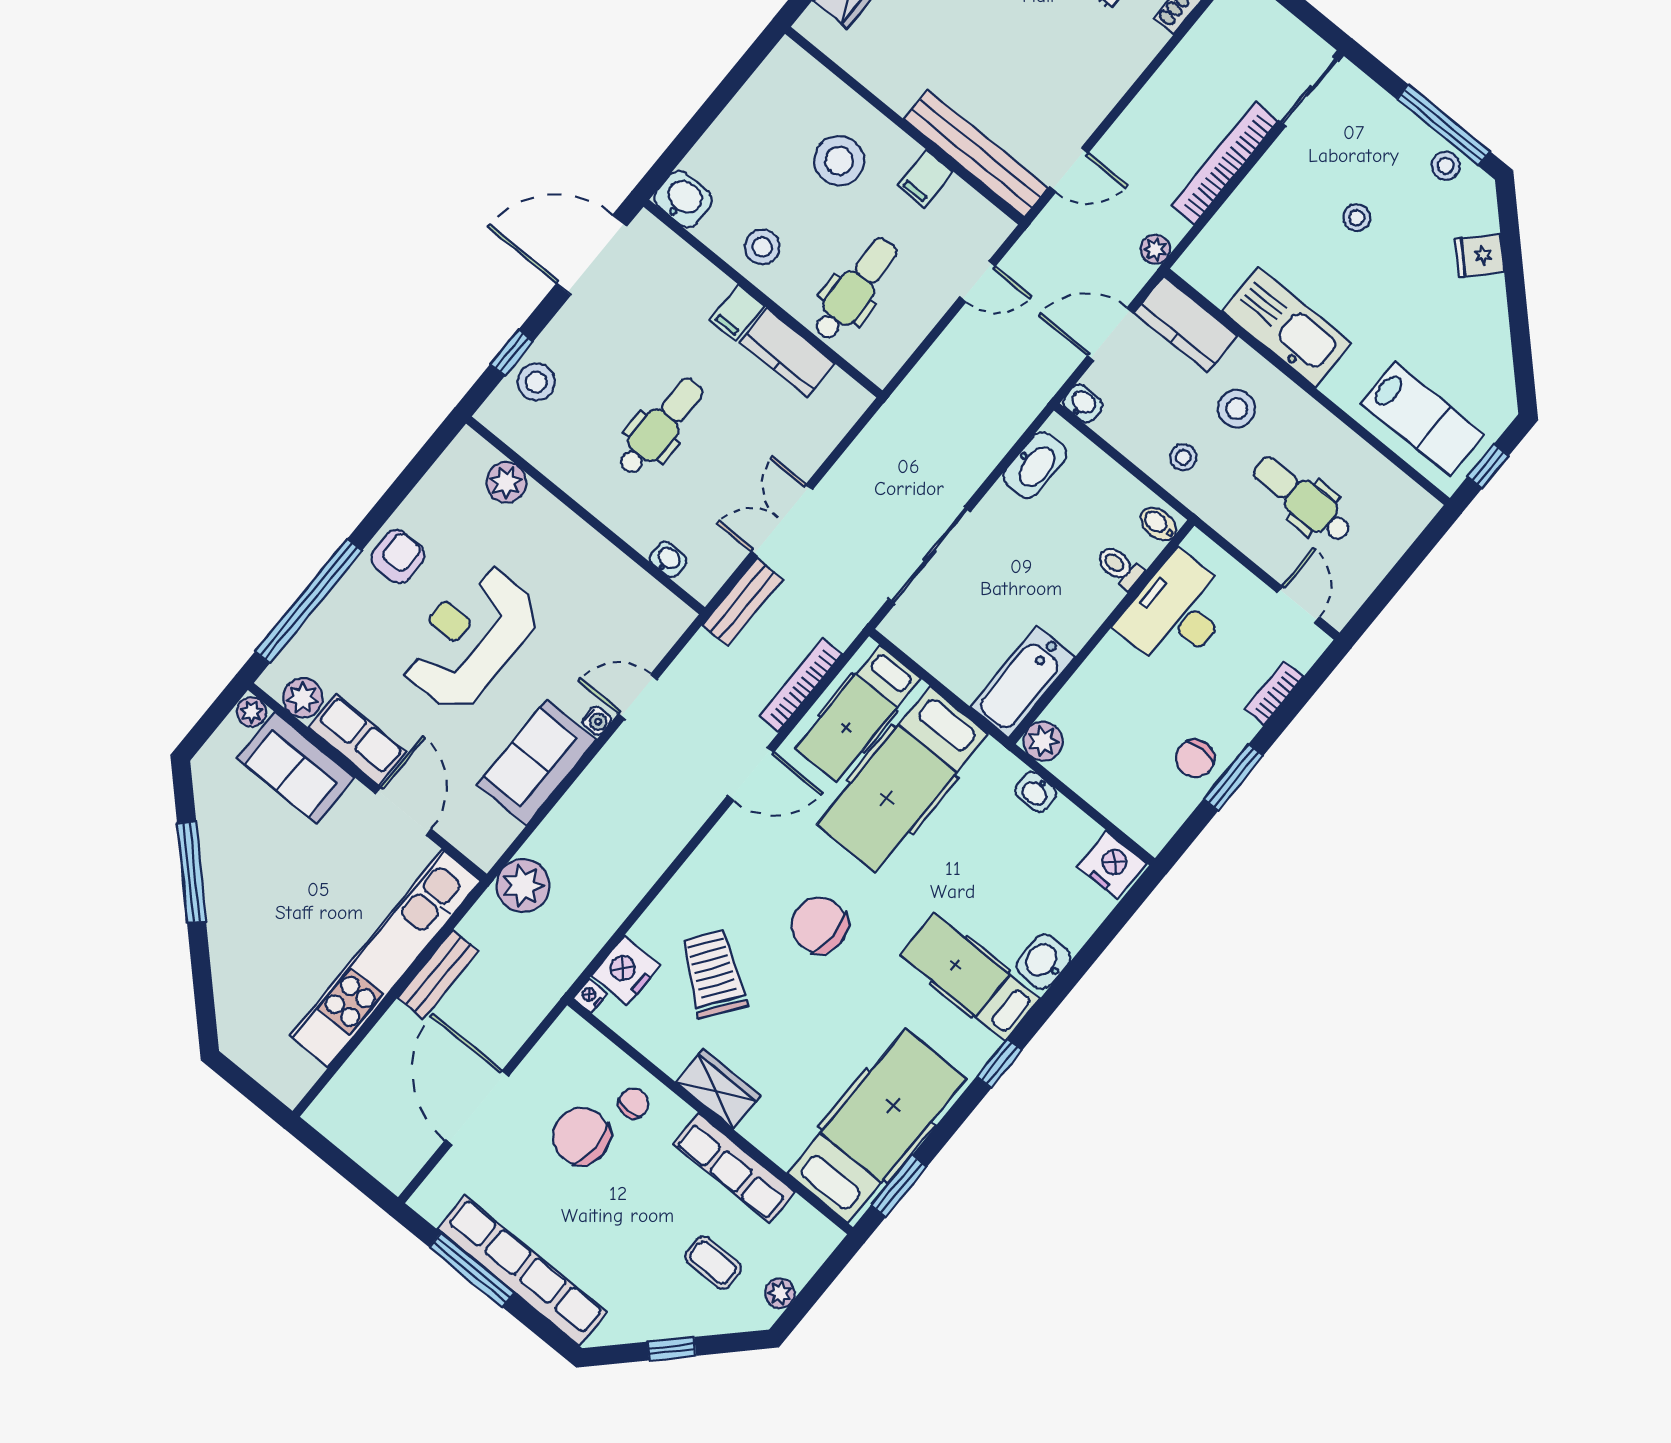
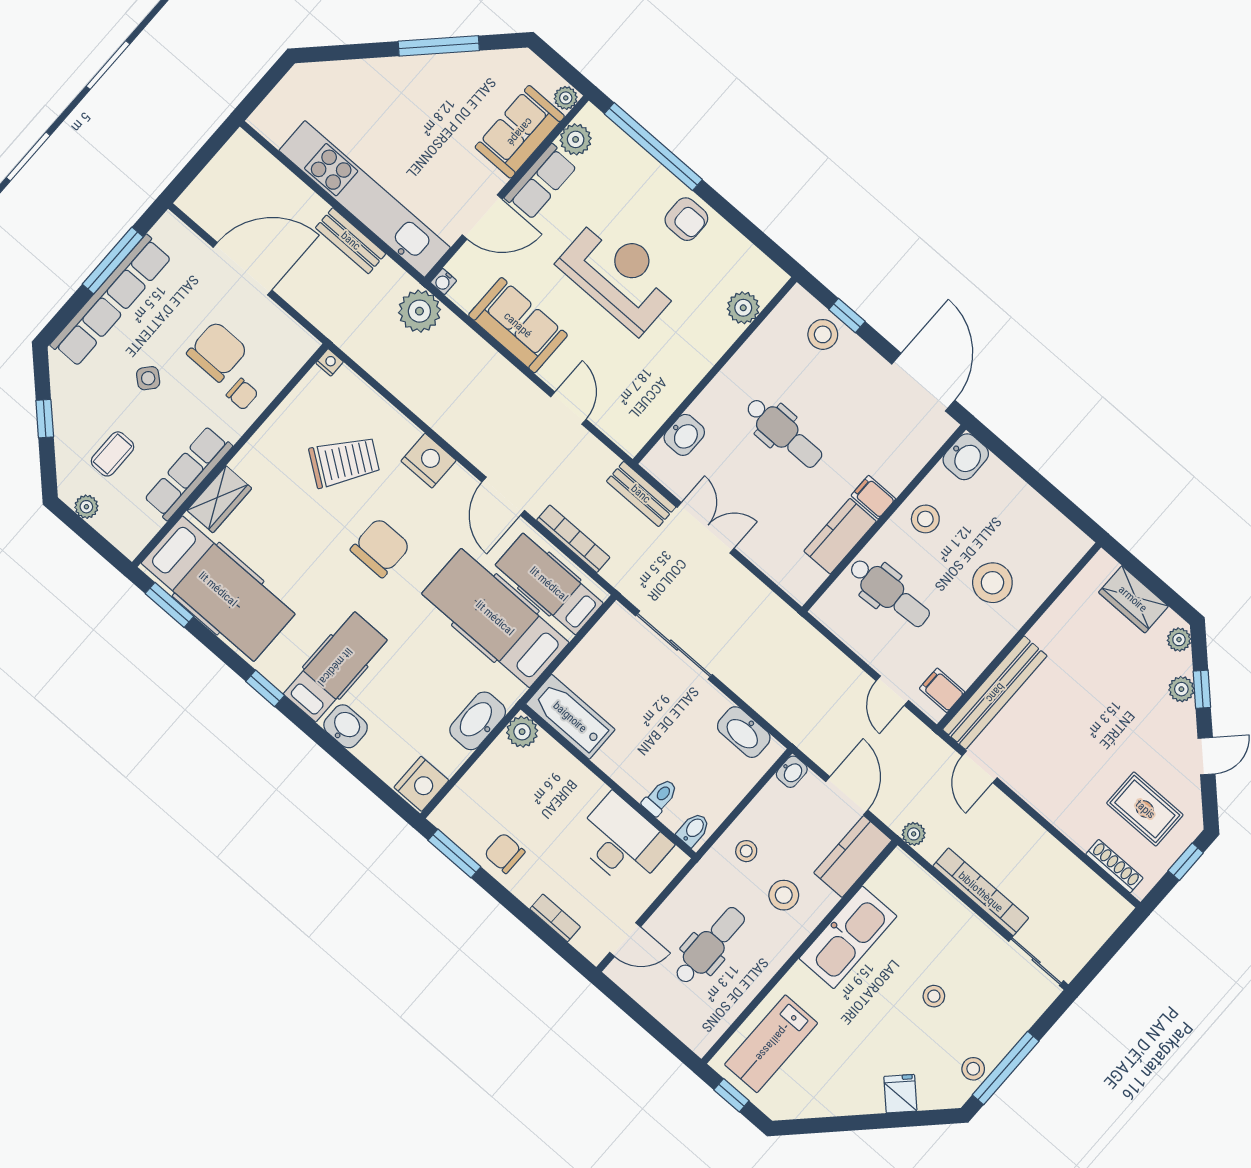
filing cabinet: (925, 179) -> (942, 690), moved
washbasin: (668, 560) -> (684, 435), width x1.38, depth x1.45
water cooler: (597, 721) -> (443, 281), moved
window: (1233, 777) -> (454, 853), moved
washbasin: (1036, 792) -> (478, 721), width x1.91, depth x1.45
nightstand: (626, 971) -> (429, 461), moved
wardrobe: (718, 1089) -> (219, 499), moved
side table: (617, 1221) -> (148, 378), added

